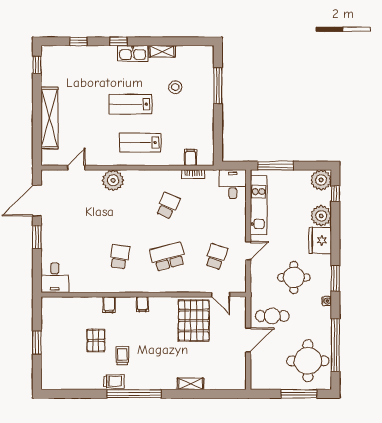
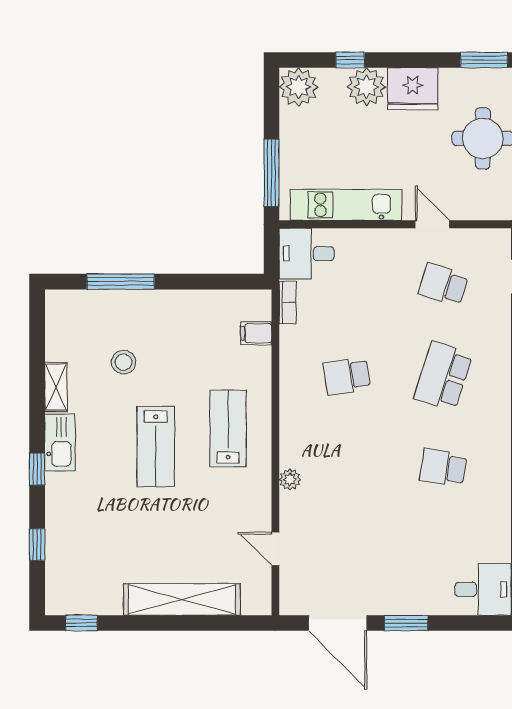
lab bench: (140, 143) -> (228, 429), turned 180
bookcase: (193, 174) -> (288, 303), moved
plant: (113, 180) -> (290, 479), width x0.53, depth x0.53
window: (335, 194) -> (350, 60), moved
school desk: (168, 206) -> (347, 376), turned -33
school desk: (168, 257) -> (443, 376), turned 33

